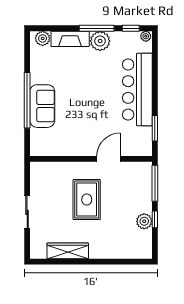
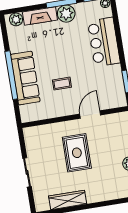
bar counter: (137, 90) -> (104, 42), width x0.73
sofa: (42, 106) -> (25, 78), width x1.36
coffee table: (82, 119) -> (62, 84), added

